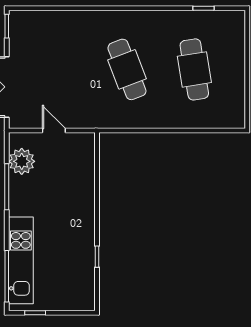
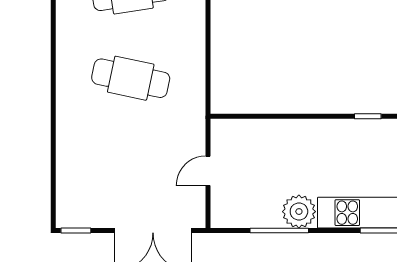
cafe table: (127, 69) -> (131, 78), turned 33
plant: (22, 161) -> (299, 212), moved

